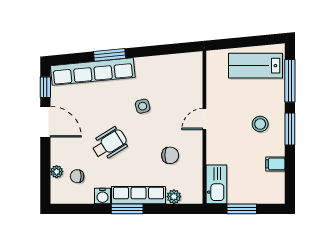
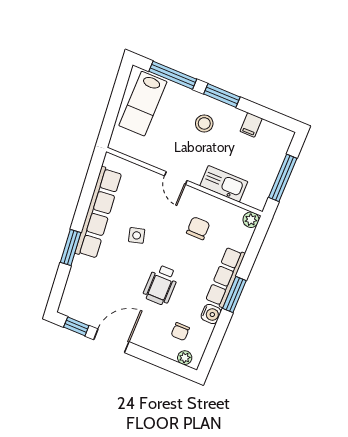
row of seats: (93, 72) -> (98, 213), moved
wheelchair: (109, 144) -> (161, 285), turned -148
plant: (57, 172) -> (185, 358), moved
kitchen sink: (216, 184) -> (224, 184), moved
plant: (174, 197) -> (251, 220), moved
window: (242, 209) -> (283, 178), width x1.44

